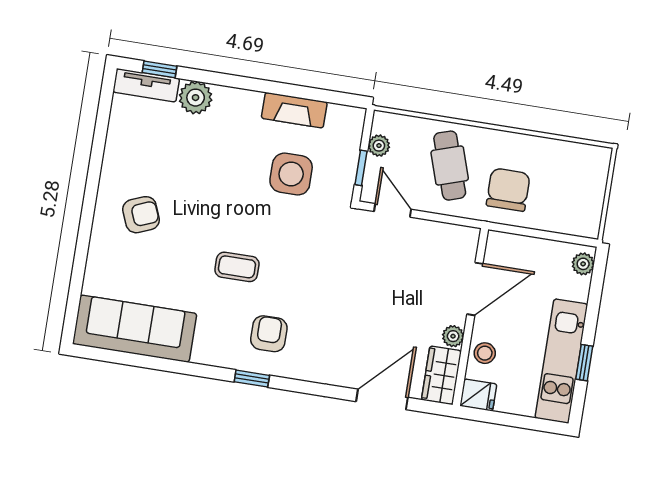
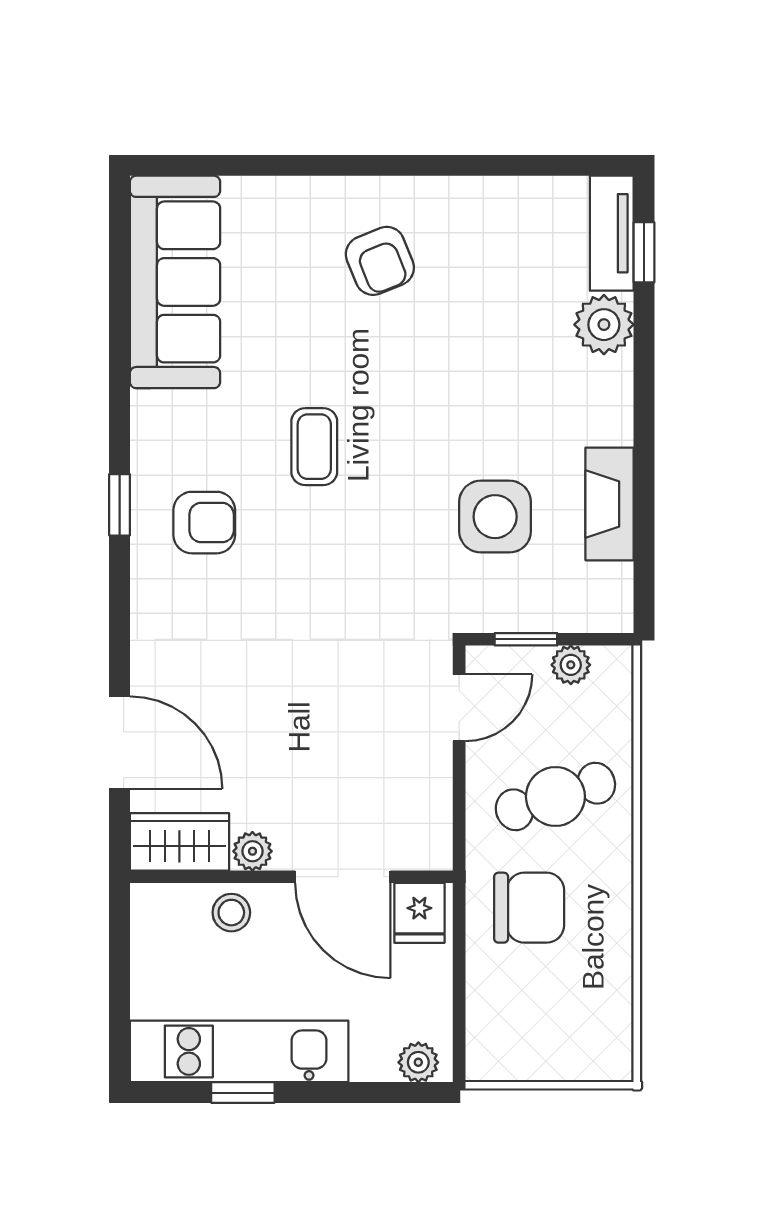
fridge: (478, 395) -> (419, 913), moved

